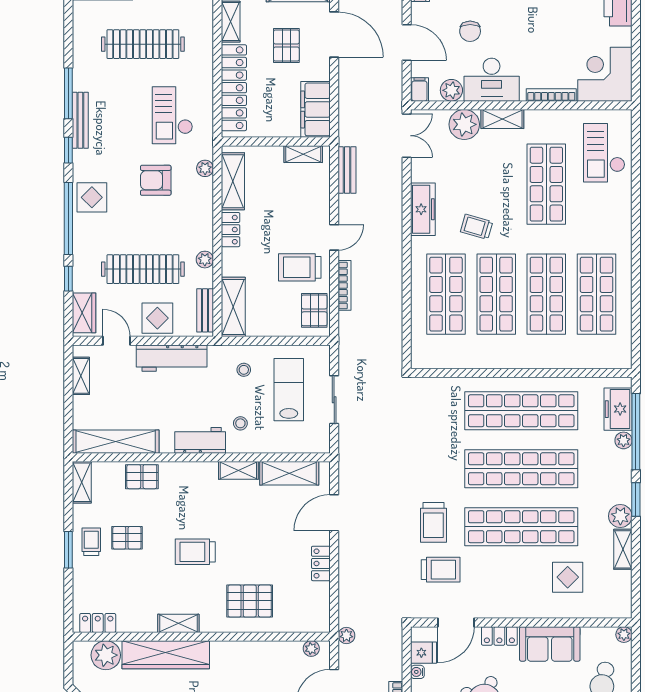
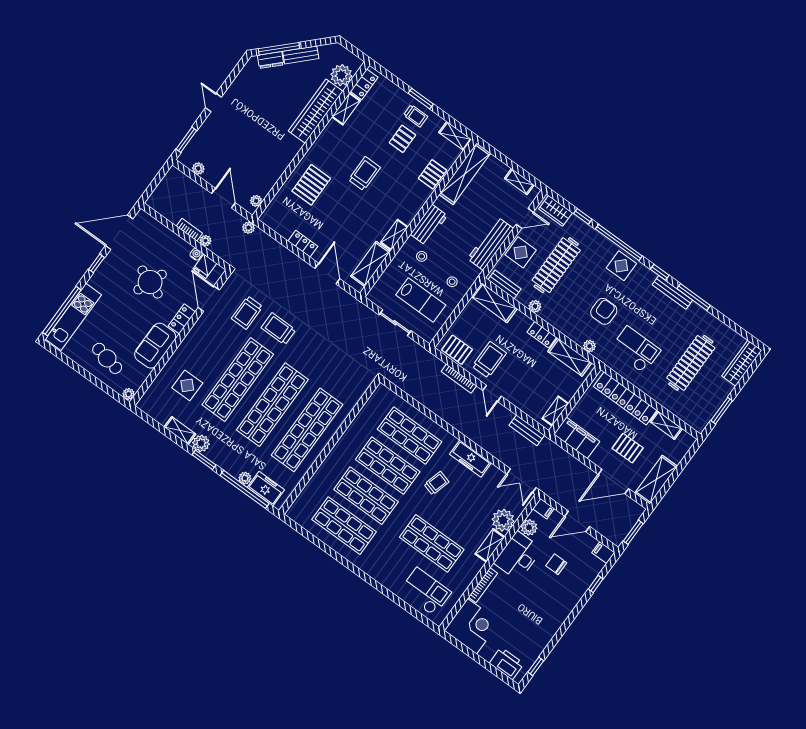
shelving: (178, 623) -> (346, 109), moved
plant: (395, 672) -> (205, 241), added

